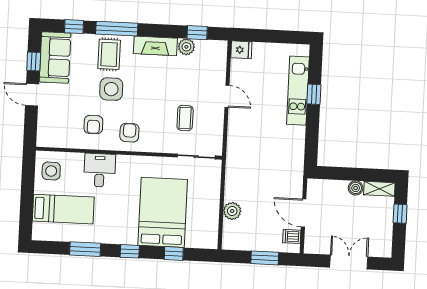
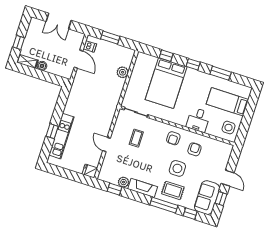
rug: (109, 54) -> (173, 190), turned 90

